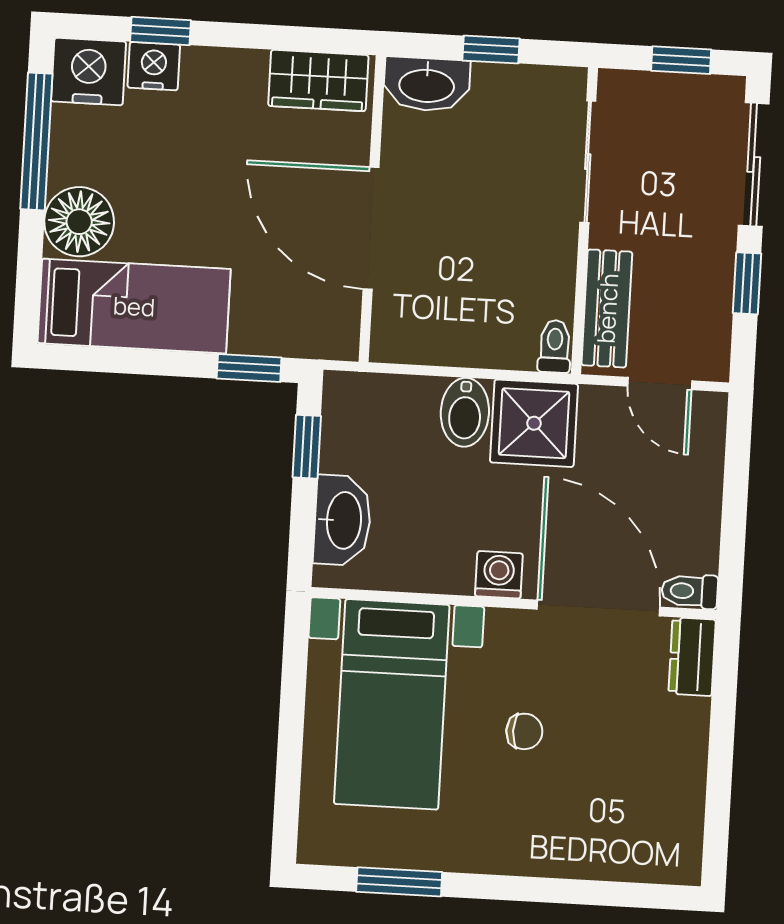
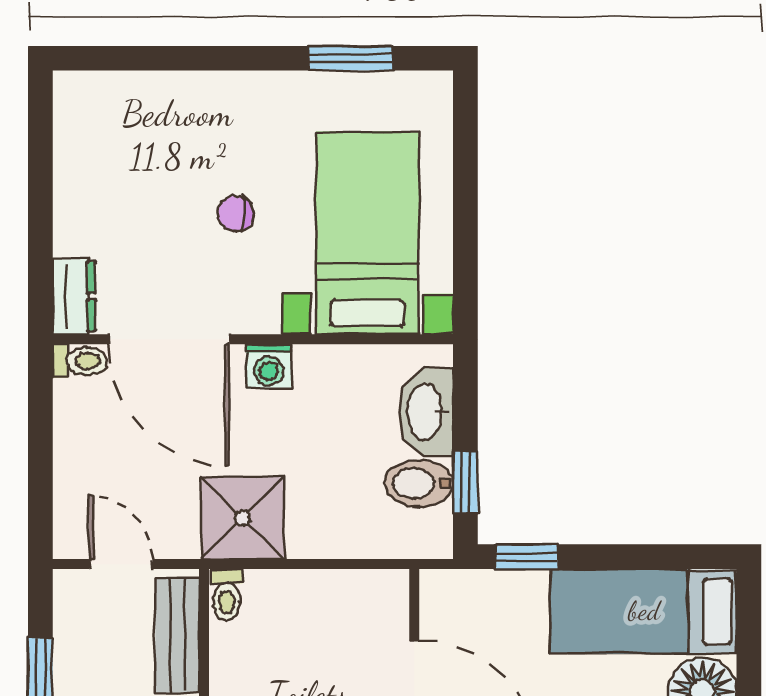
bidet: (465, 412) -> (419, 483), moved, turned -90

